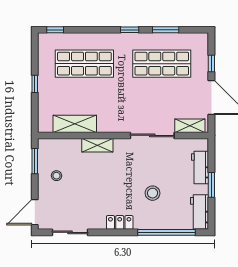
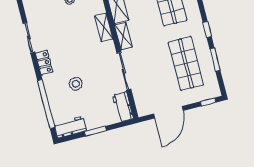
window: (211, 63) -> (208, 102), moved
shelving: (190, 126) -> (123, 36), moved
workbench: (200, 168) -> (123, 107), moved, turned -90
sliding door: (70, 232) -> (29, 38), moved

